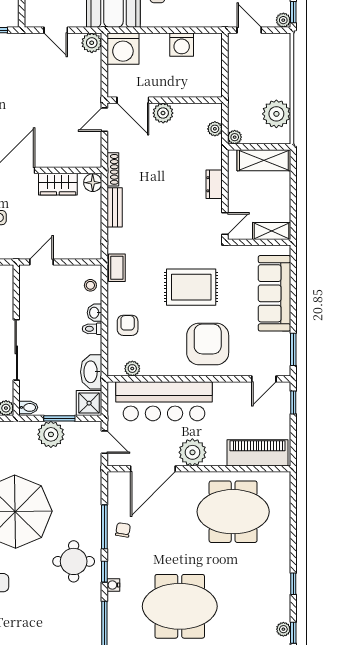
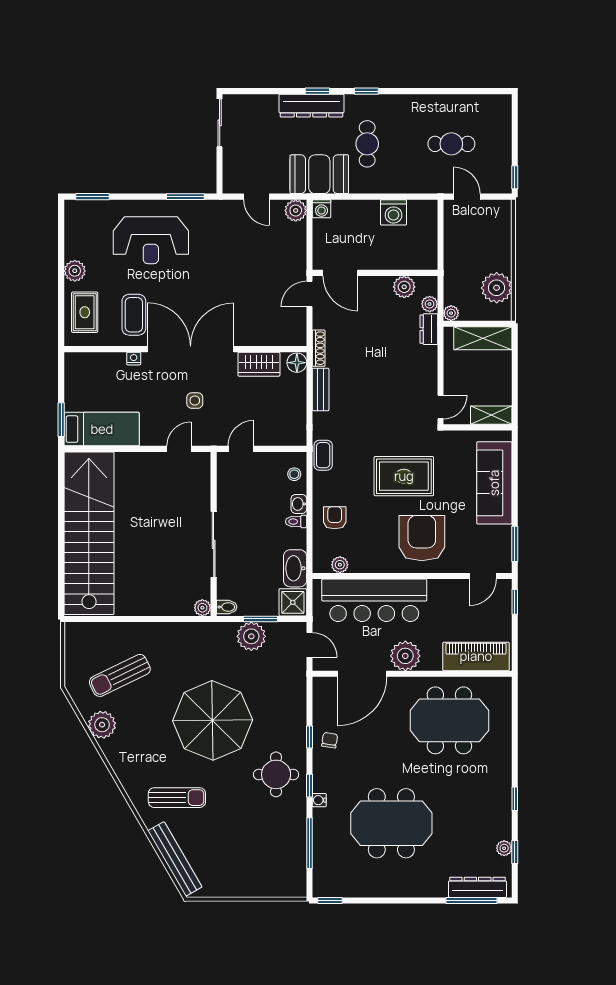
plant: (283, 20) -> (504, 186), removed
washing machine: (123, 49) -> (322, 209), width x0.53, depth x0.53
plant: (163, 113) -> (404, 287), moved
dresser: (214, 184) -> (429, 329), moved
window: (104, 527) -> (309, 737), width x0.46

